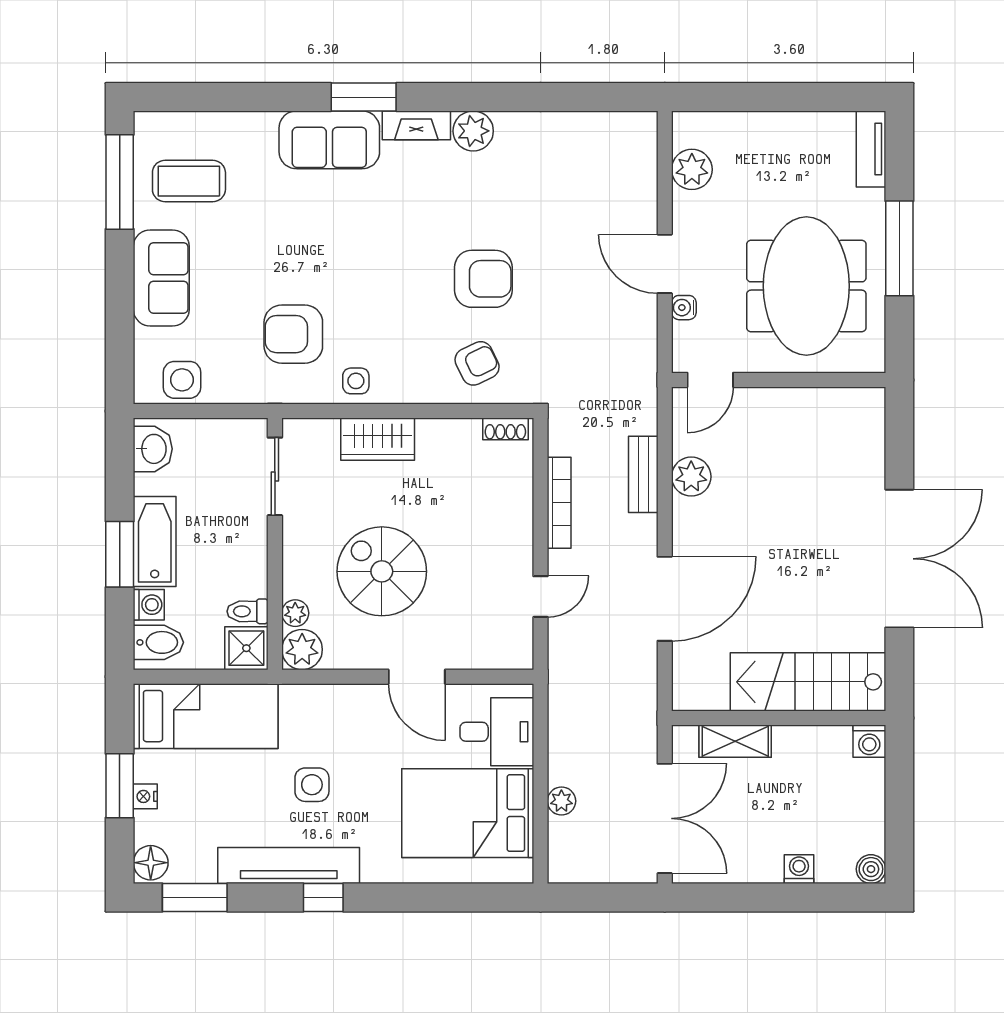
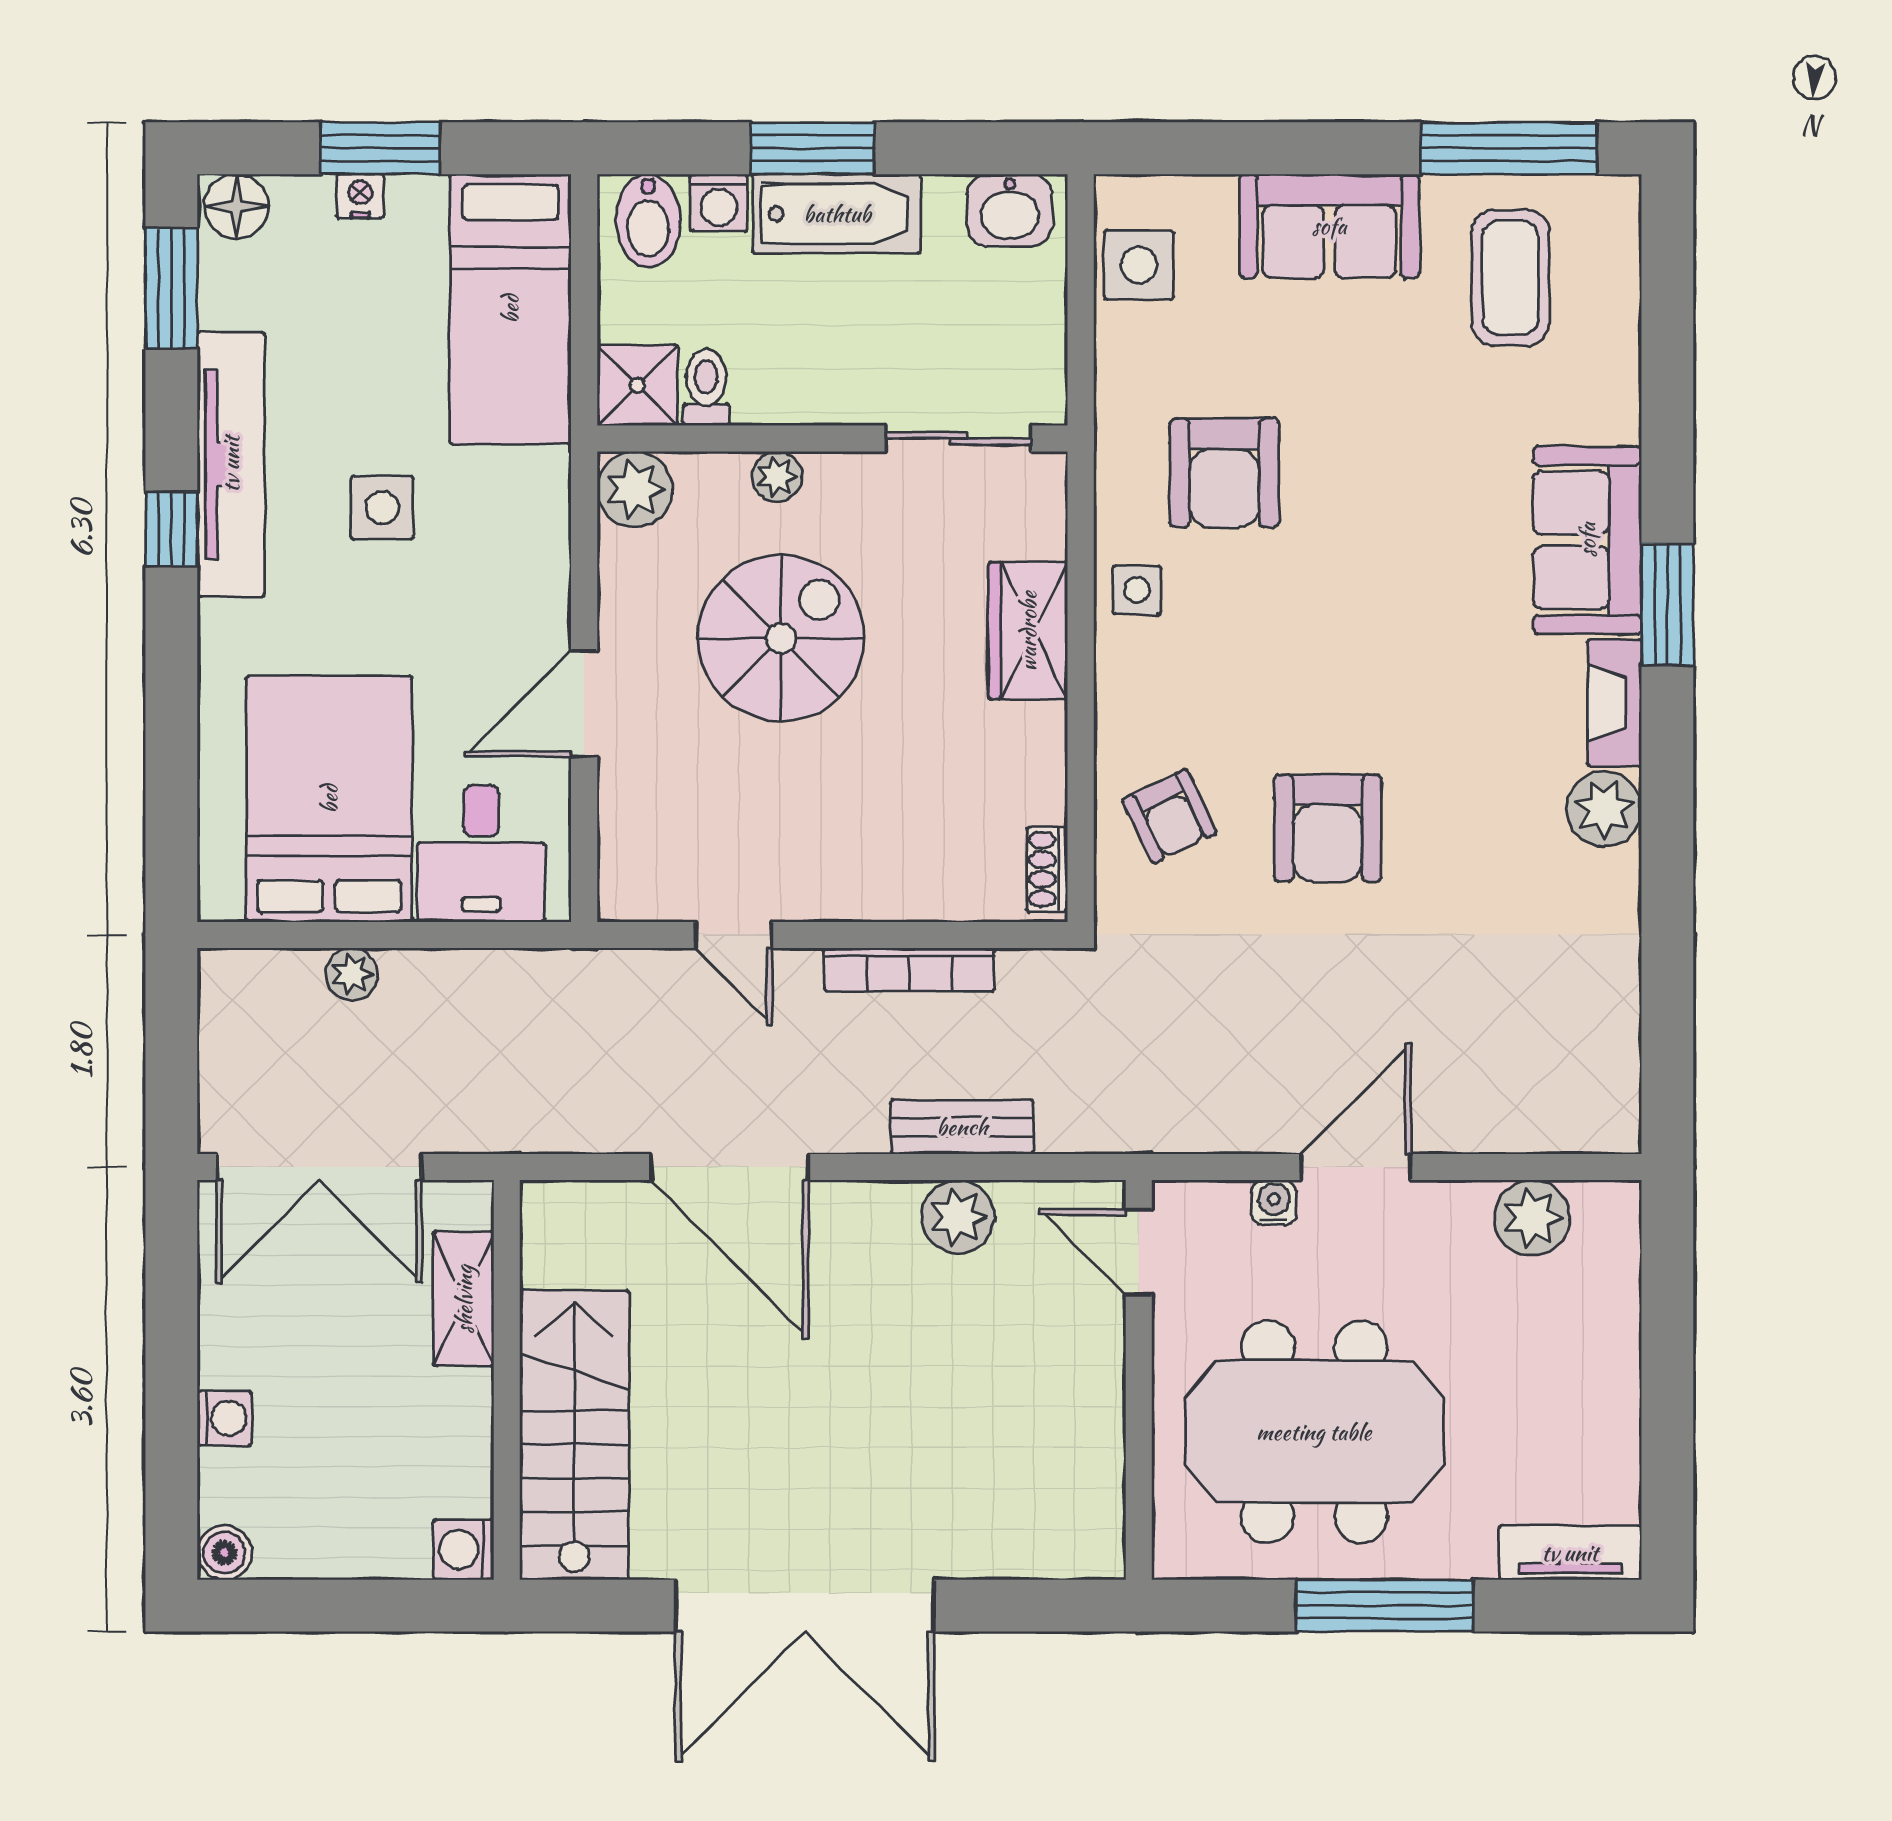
armchair: (293, 334) -> (1224, 473), turned 180
plant: (295, 613) -> (777, 476), moved

